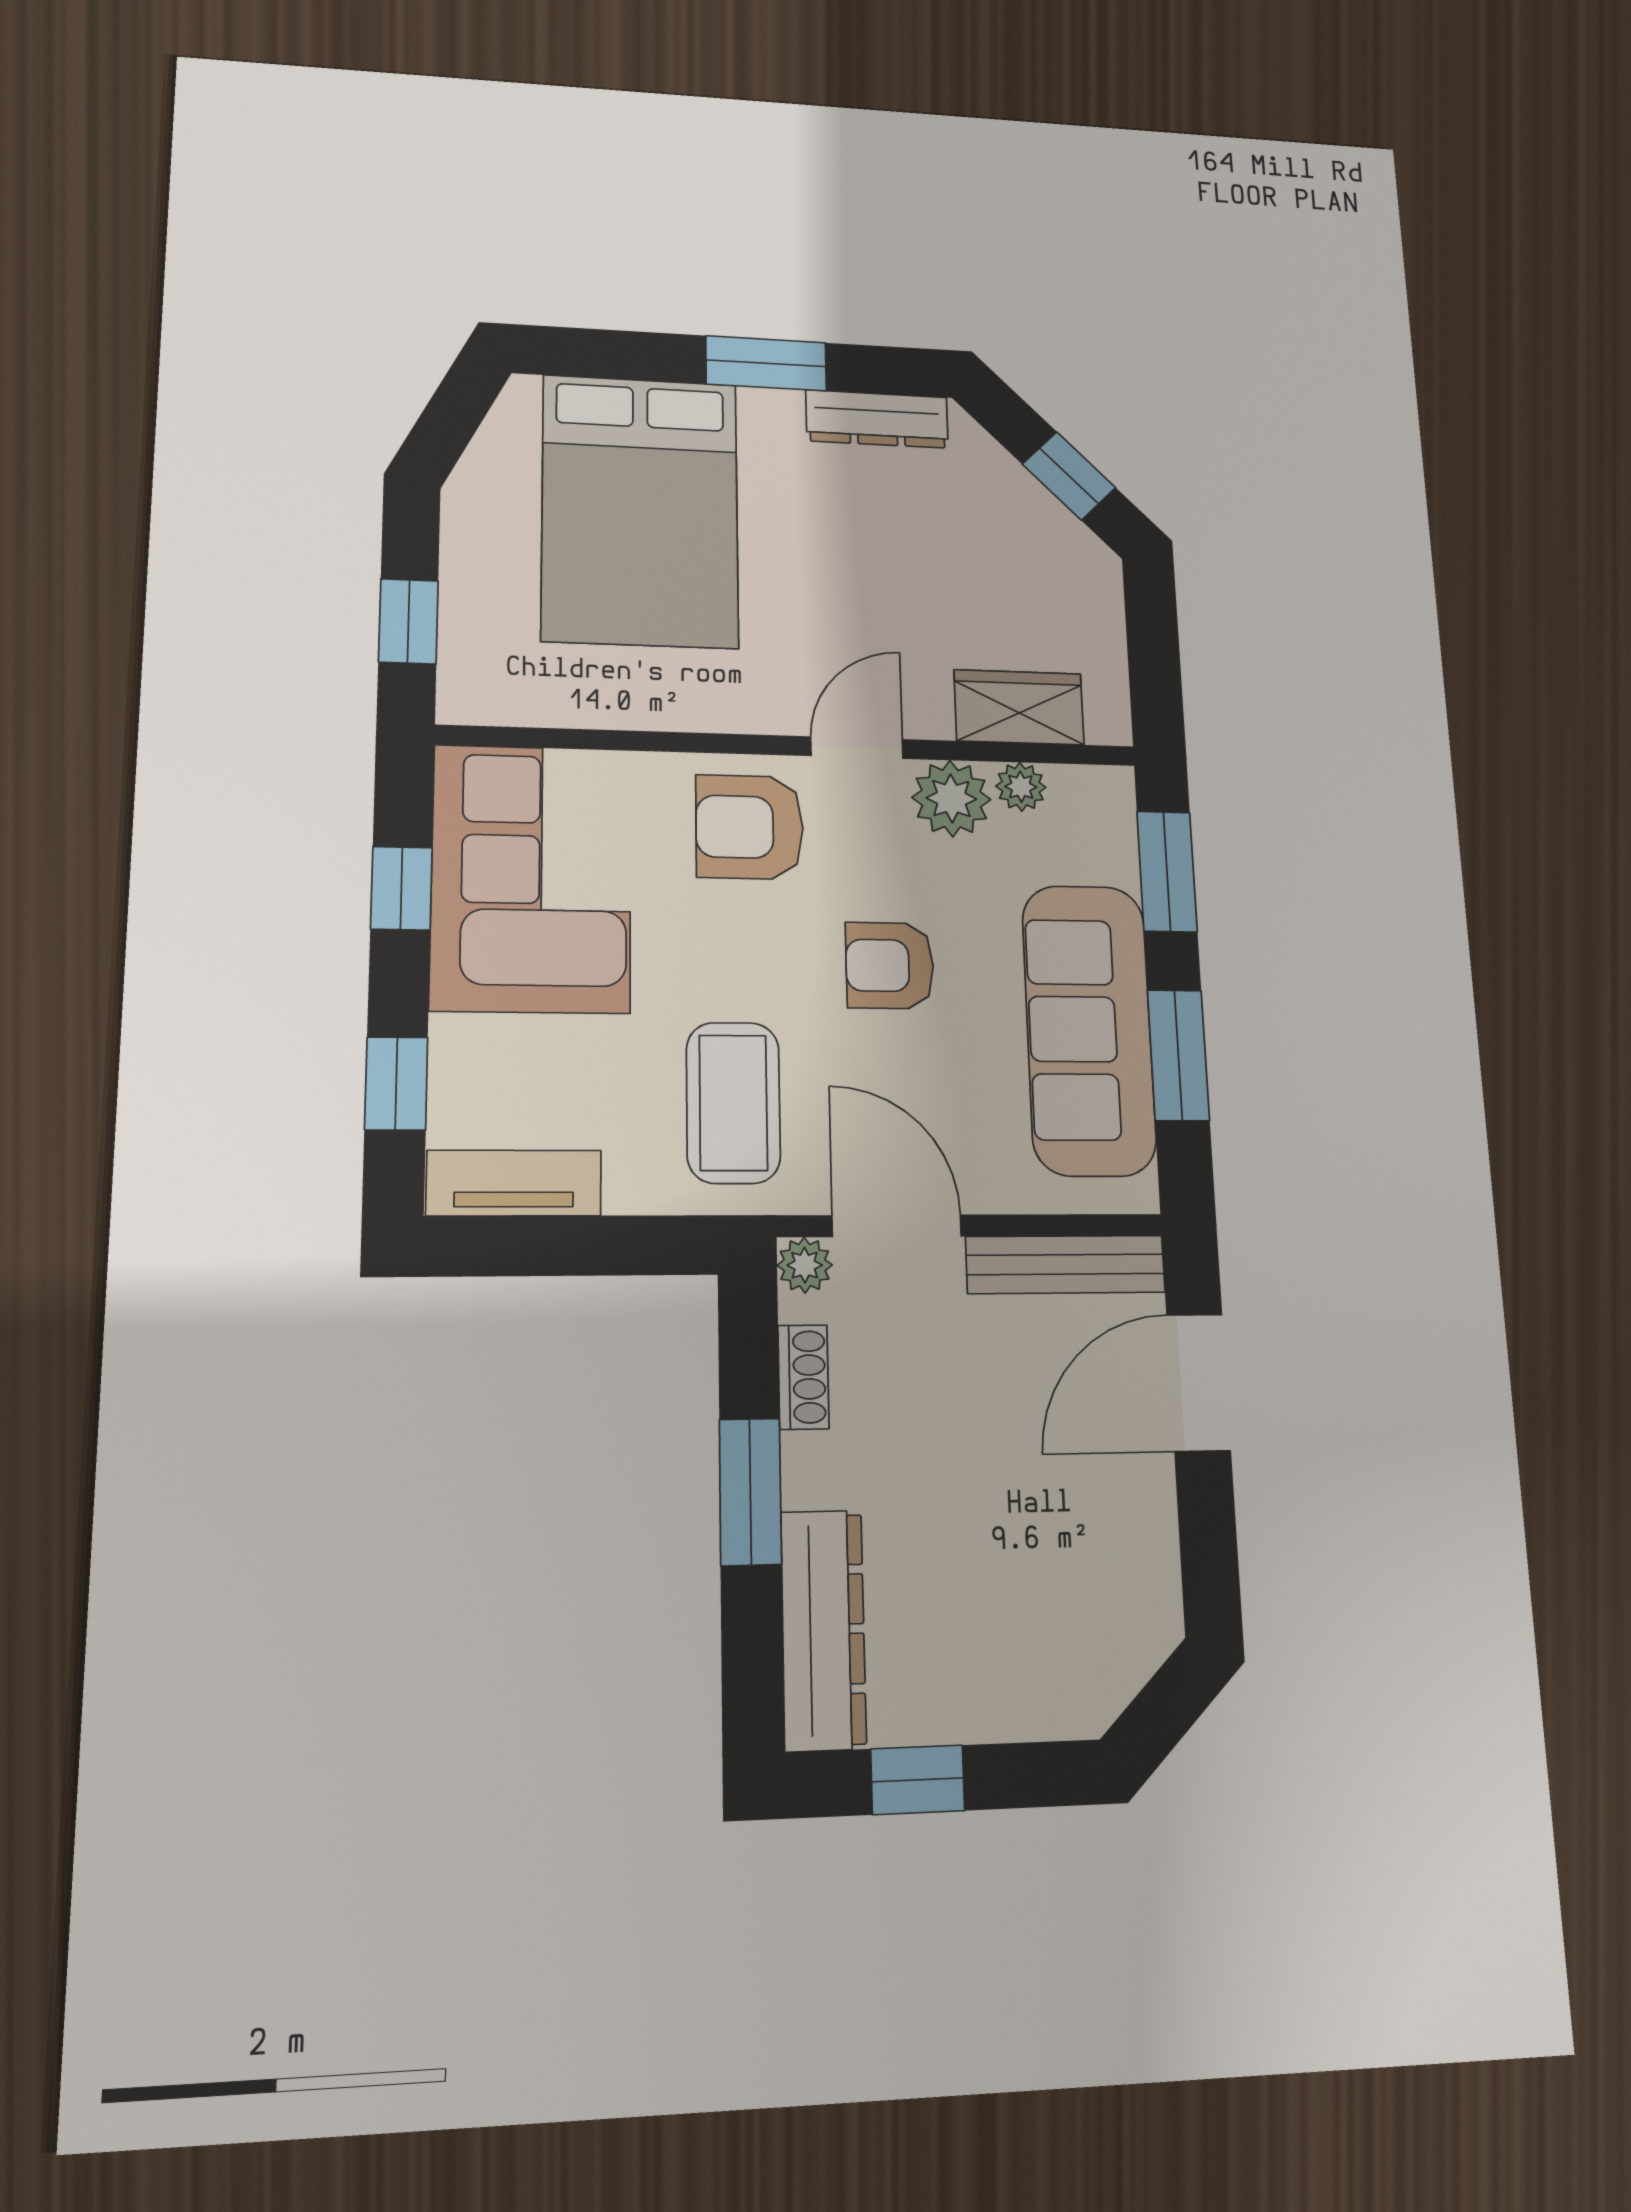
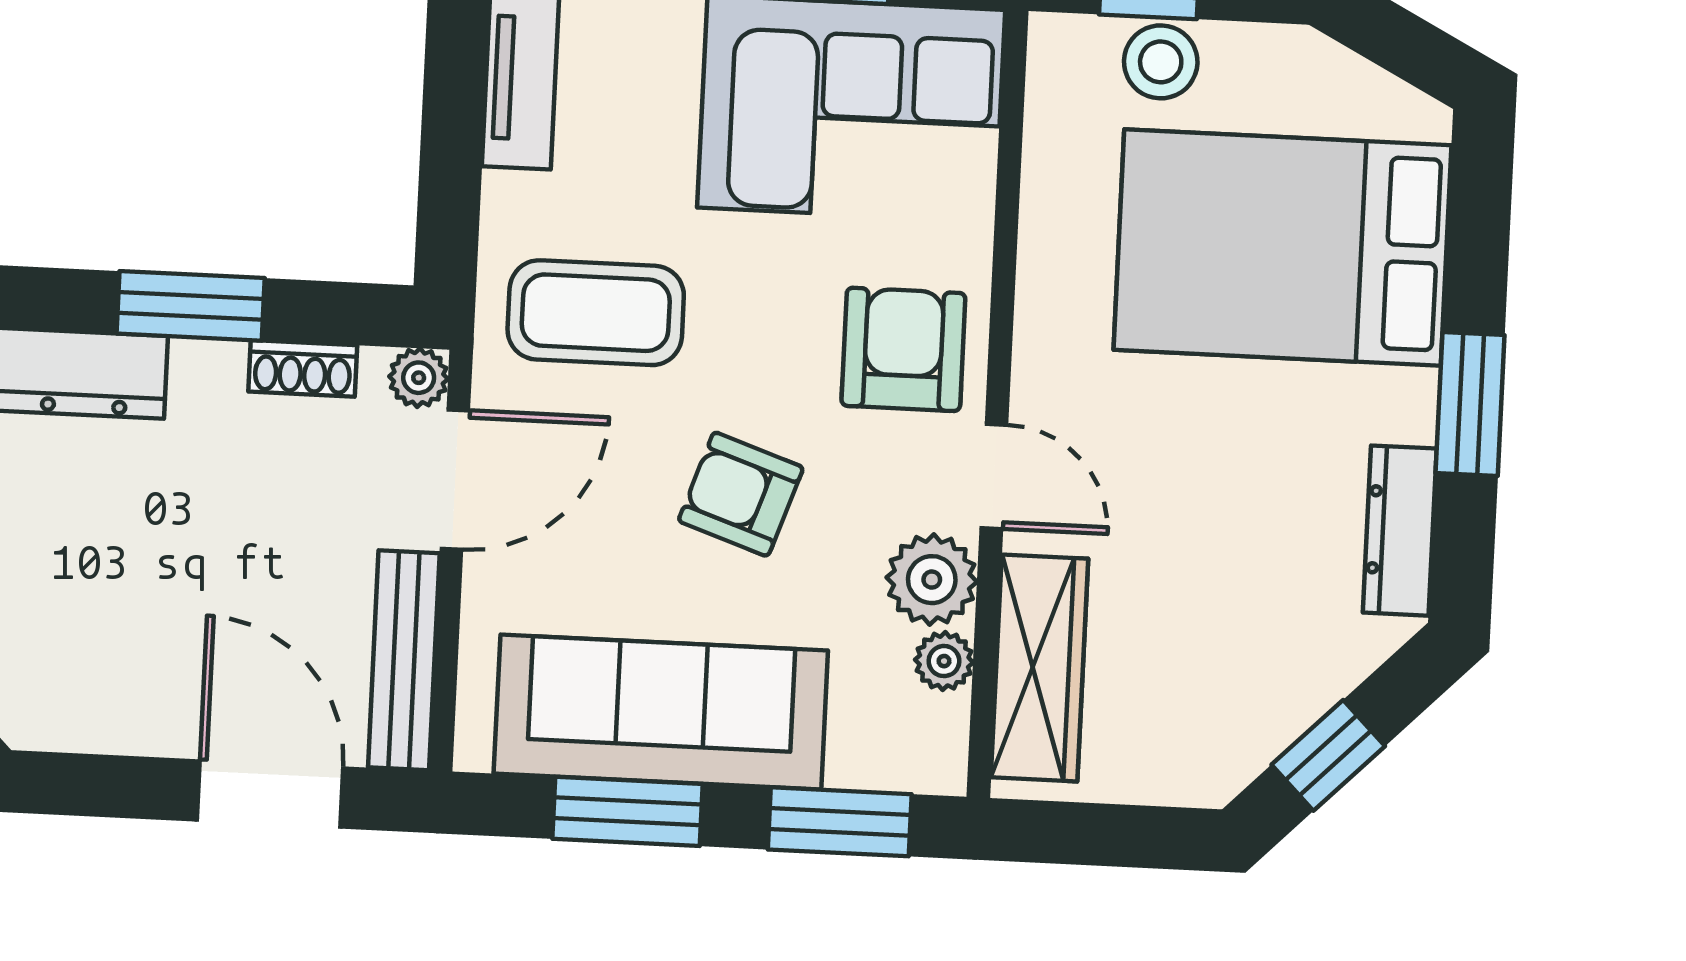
stool: (478, 611) -> (1161, 62), added
wardrobe: (1019, 707) -> (1040, 668), width x1.50
armchair: (890, 966) -> (741, 494), turned -71

